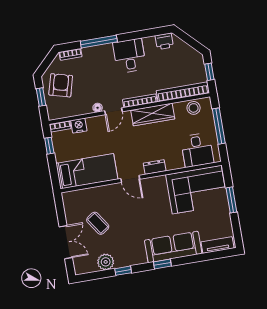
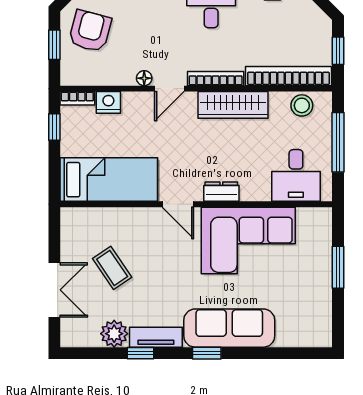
corner sofa: (197, 190) -> (248, 240), moved
tv unit: (217, 245) -> (156, 337), moved

